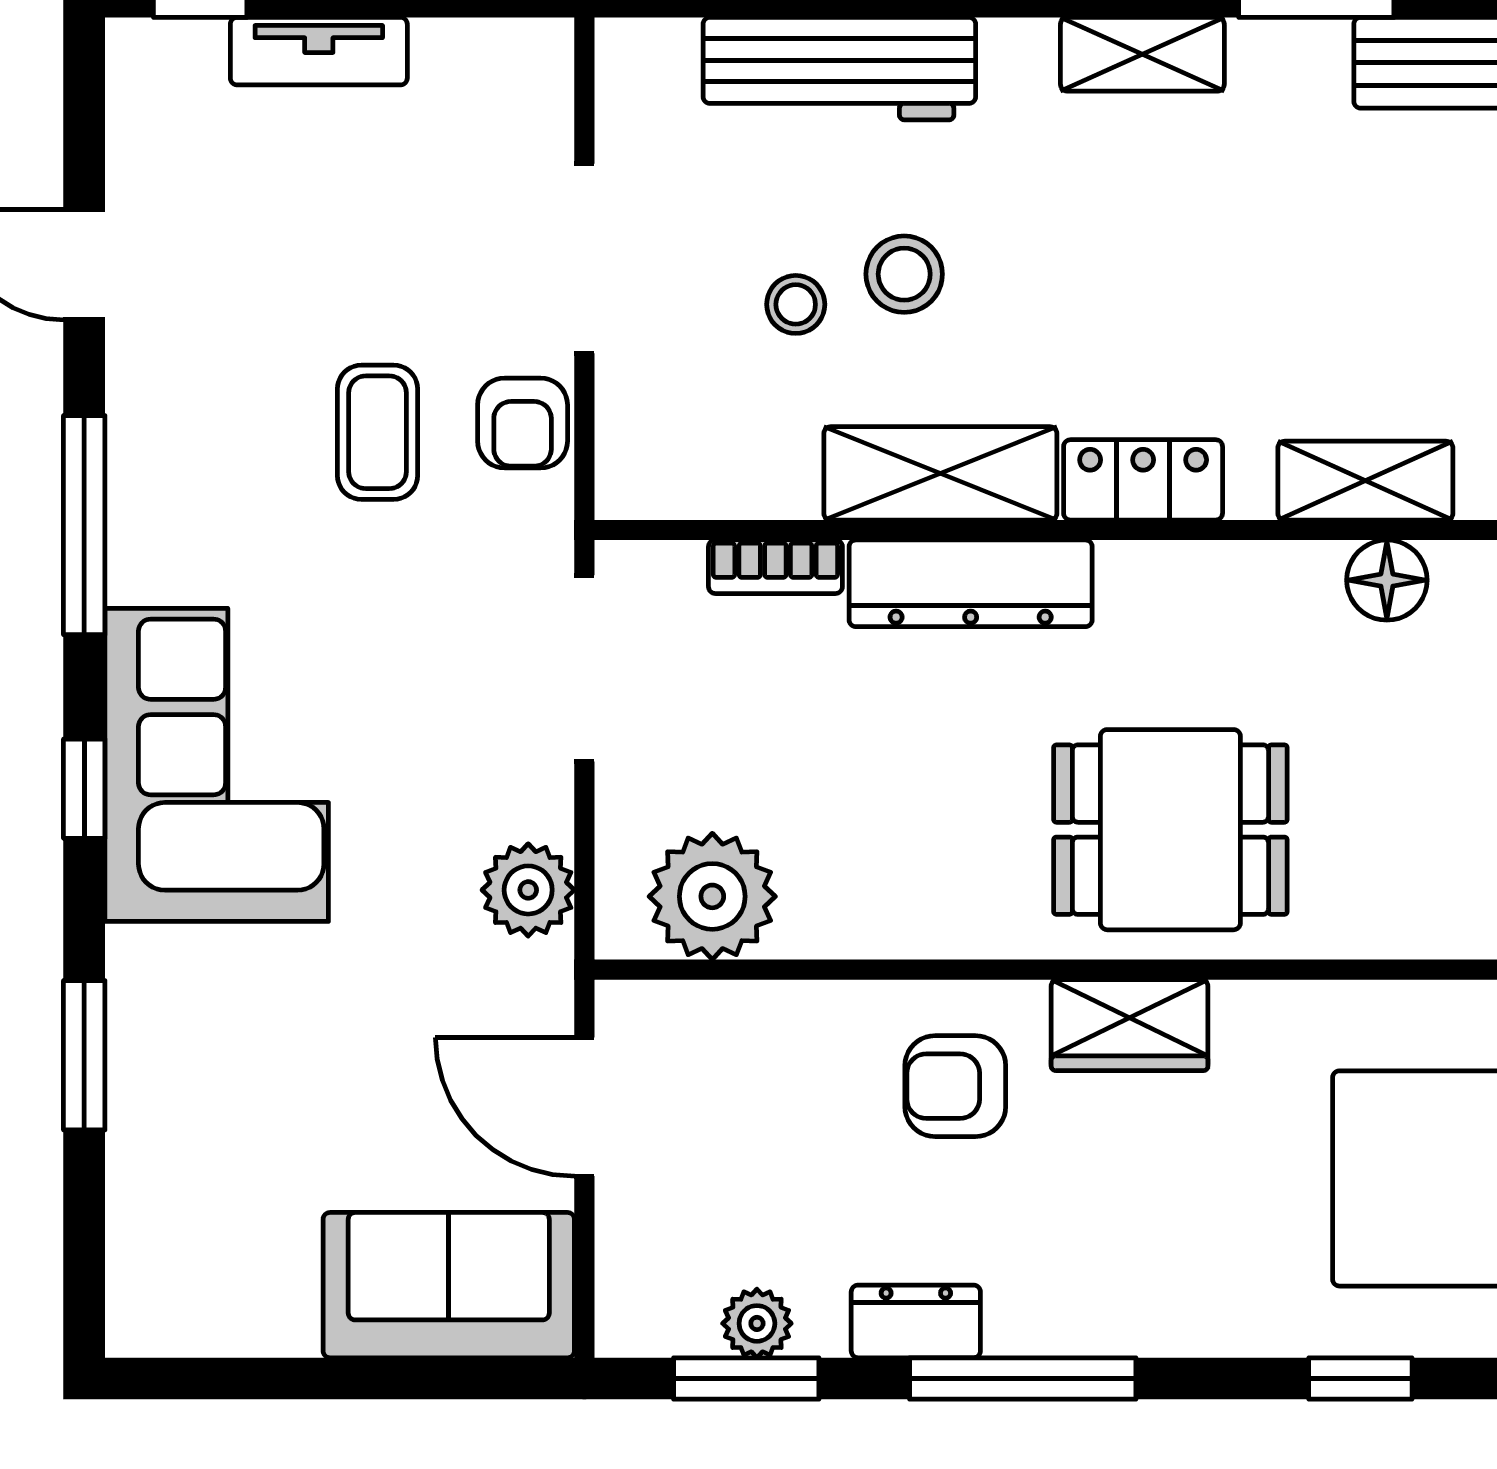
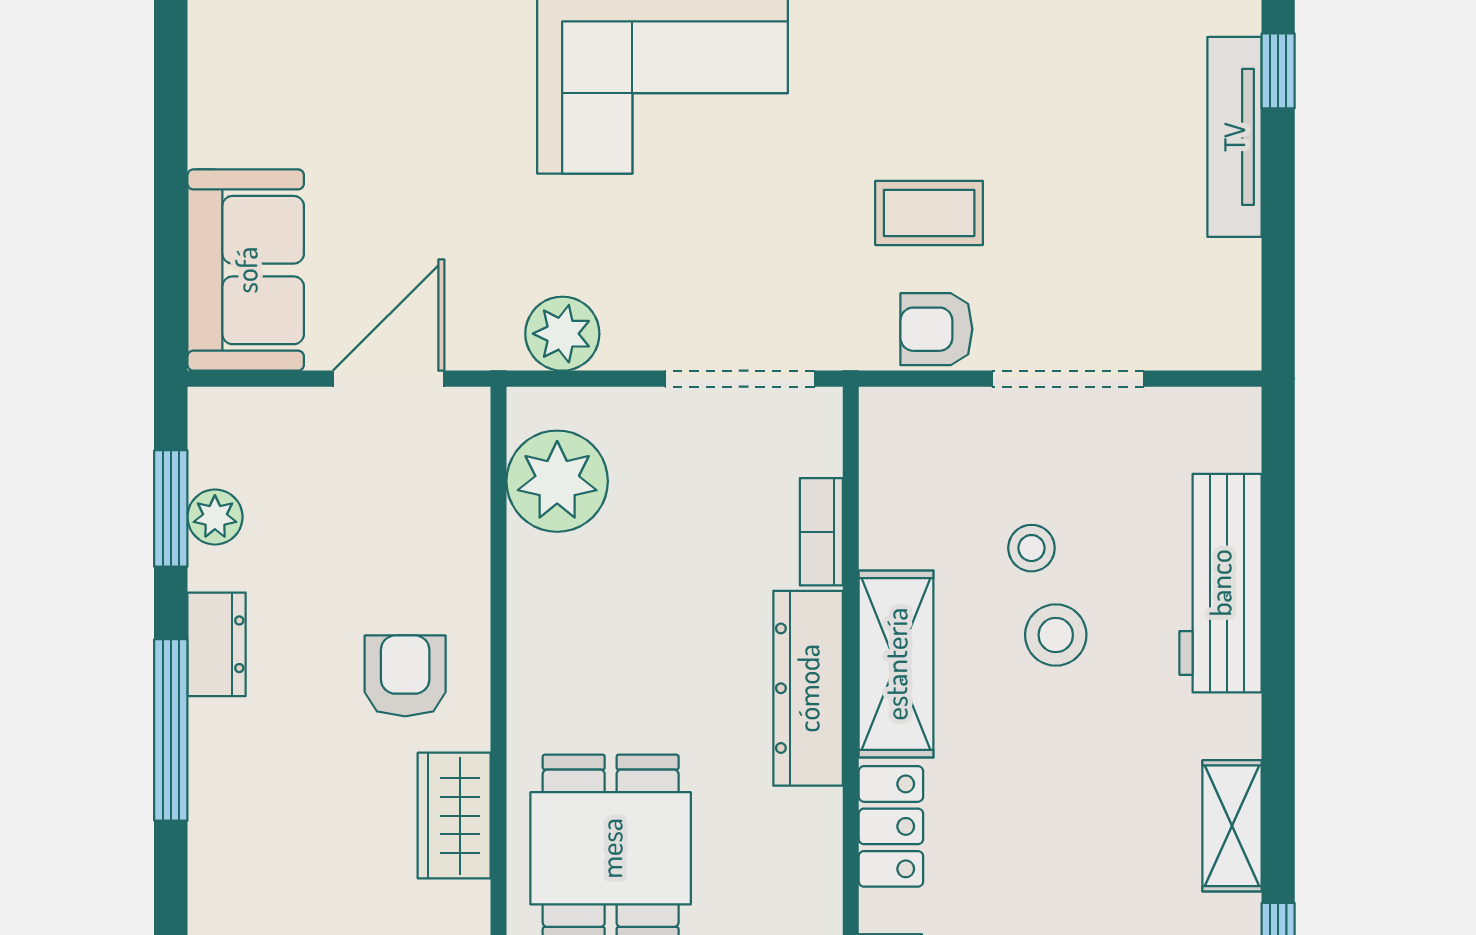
tv unit: (319, 51) -> (1234, 137), width x1.41

